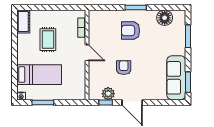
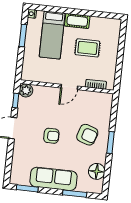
cot: (23, 21) -> (77, 21), moved
armchair: (131, 31) -> (87, 135), turned 108
armchair: (124, 68) -> (51, 136), moved
sofa: (176, 78) -> (54, 179), moved
plant: (108, 94) -> (26, 90), moved

